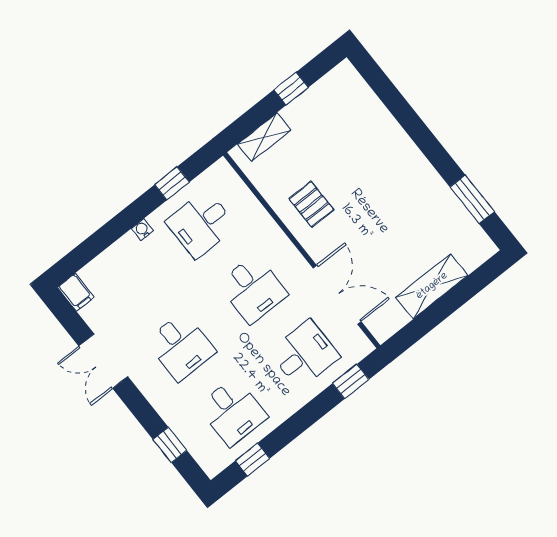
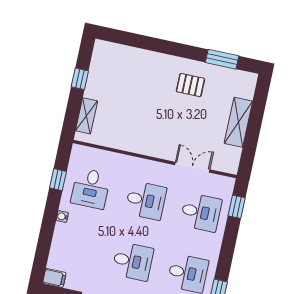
pallet: (311, 204) -> (190, 85), moved
double door: (337, 295) -> (192, 167), width x0.73
desk: (305, 354) -> (201, 212), turned 90

